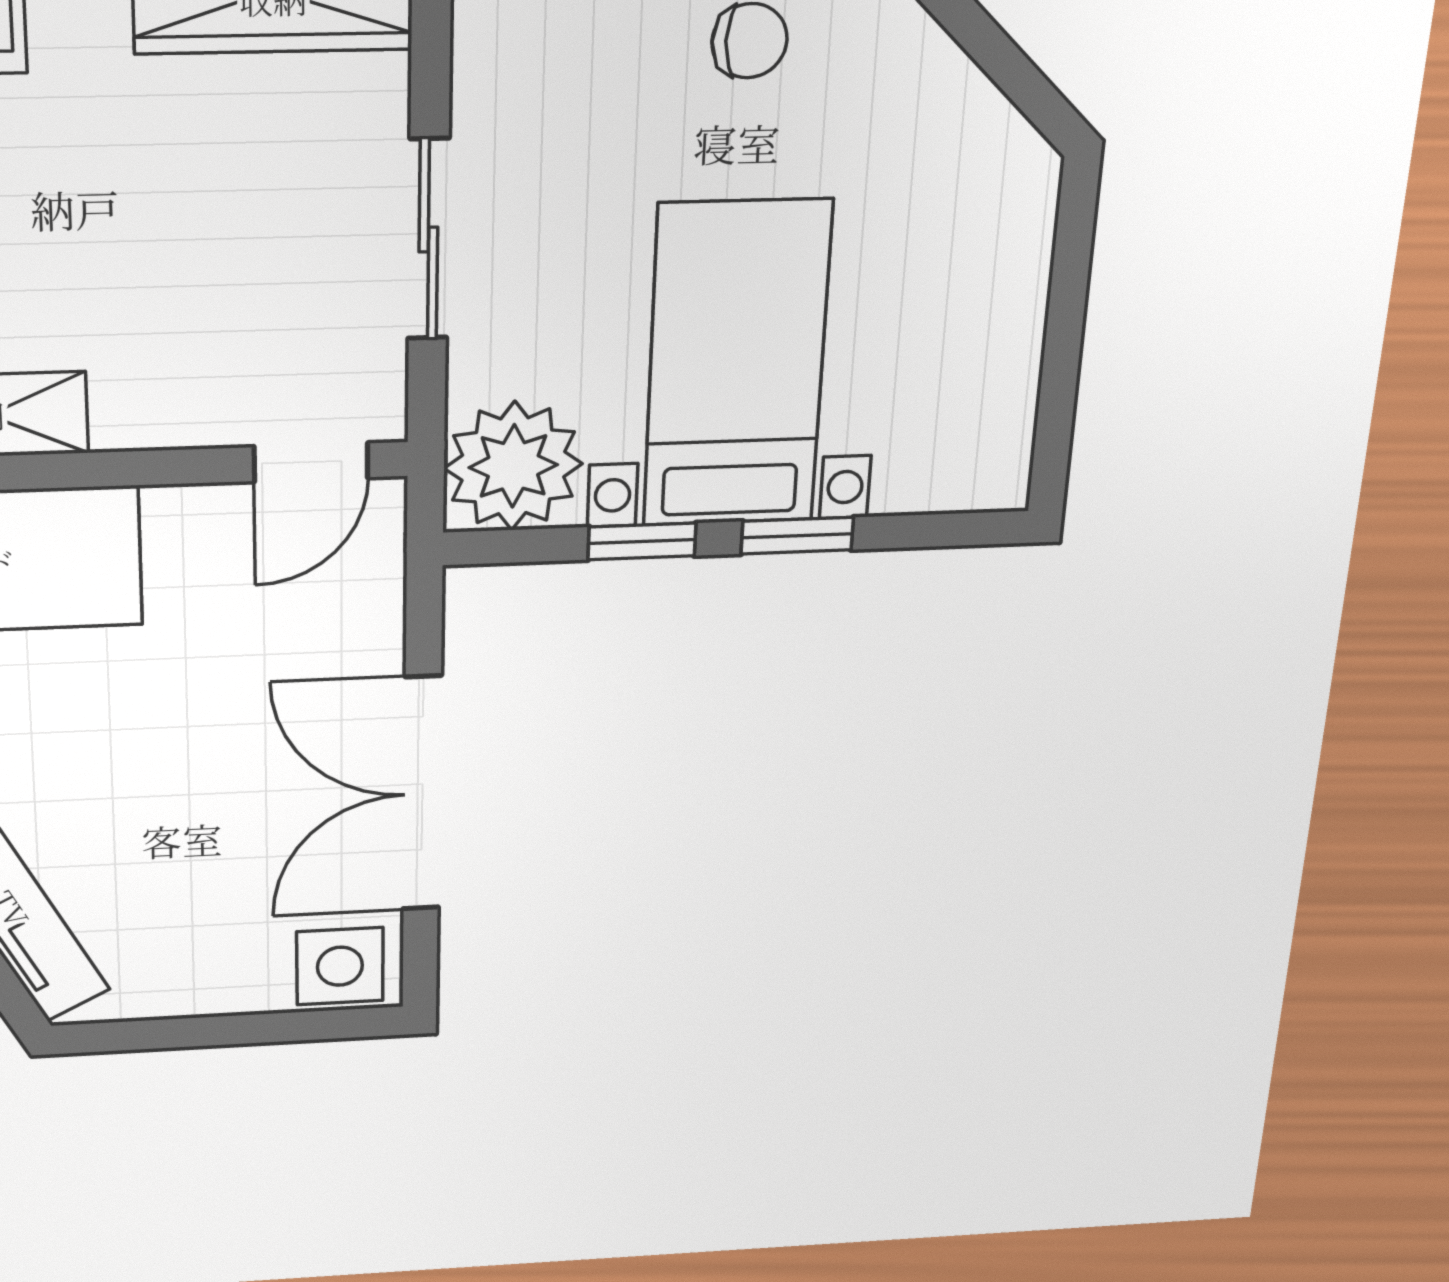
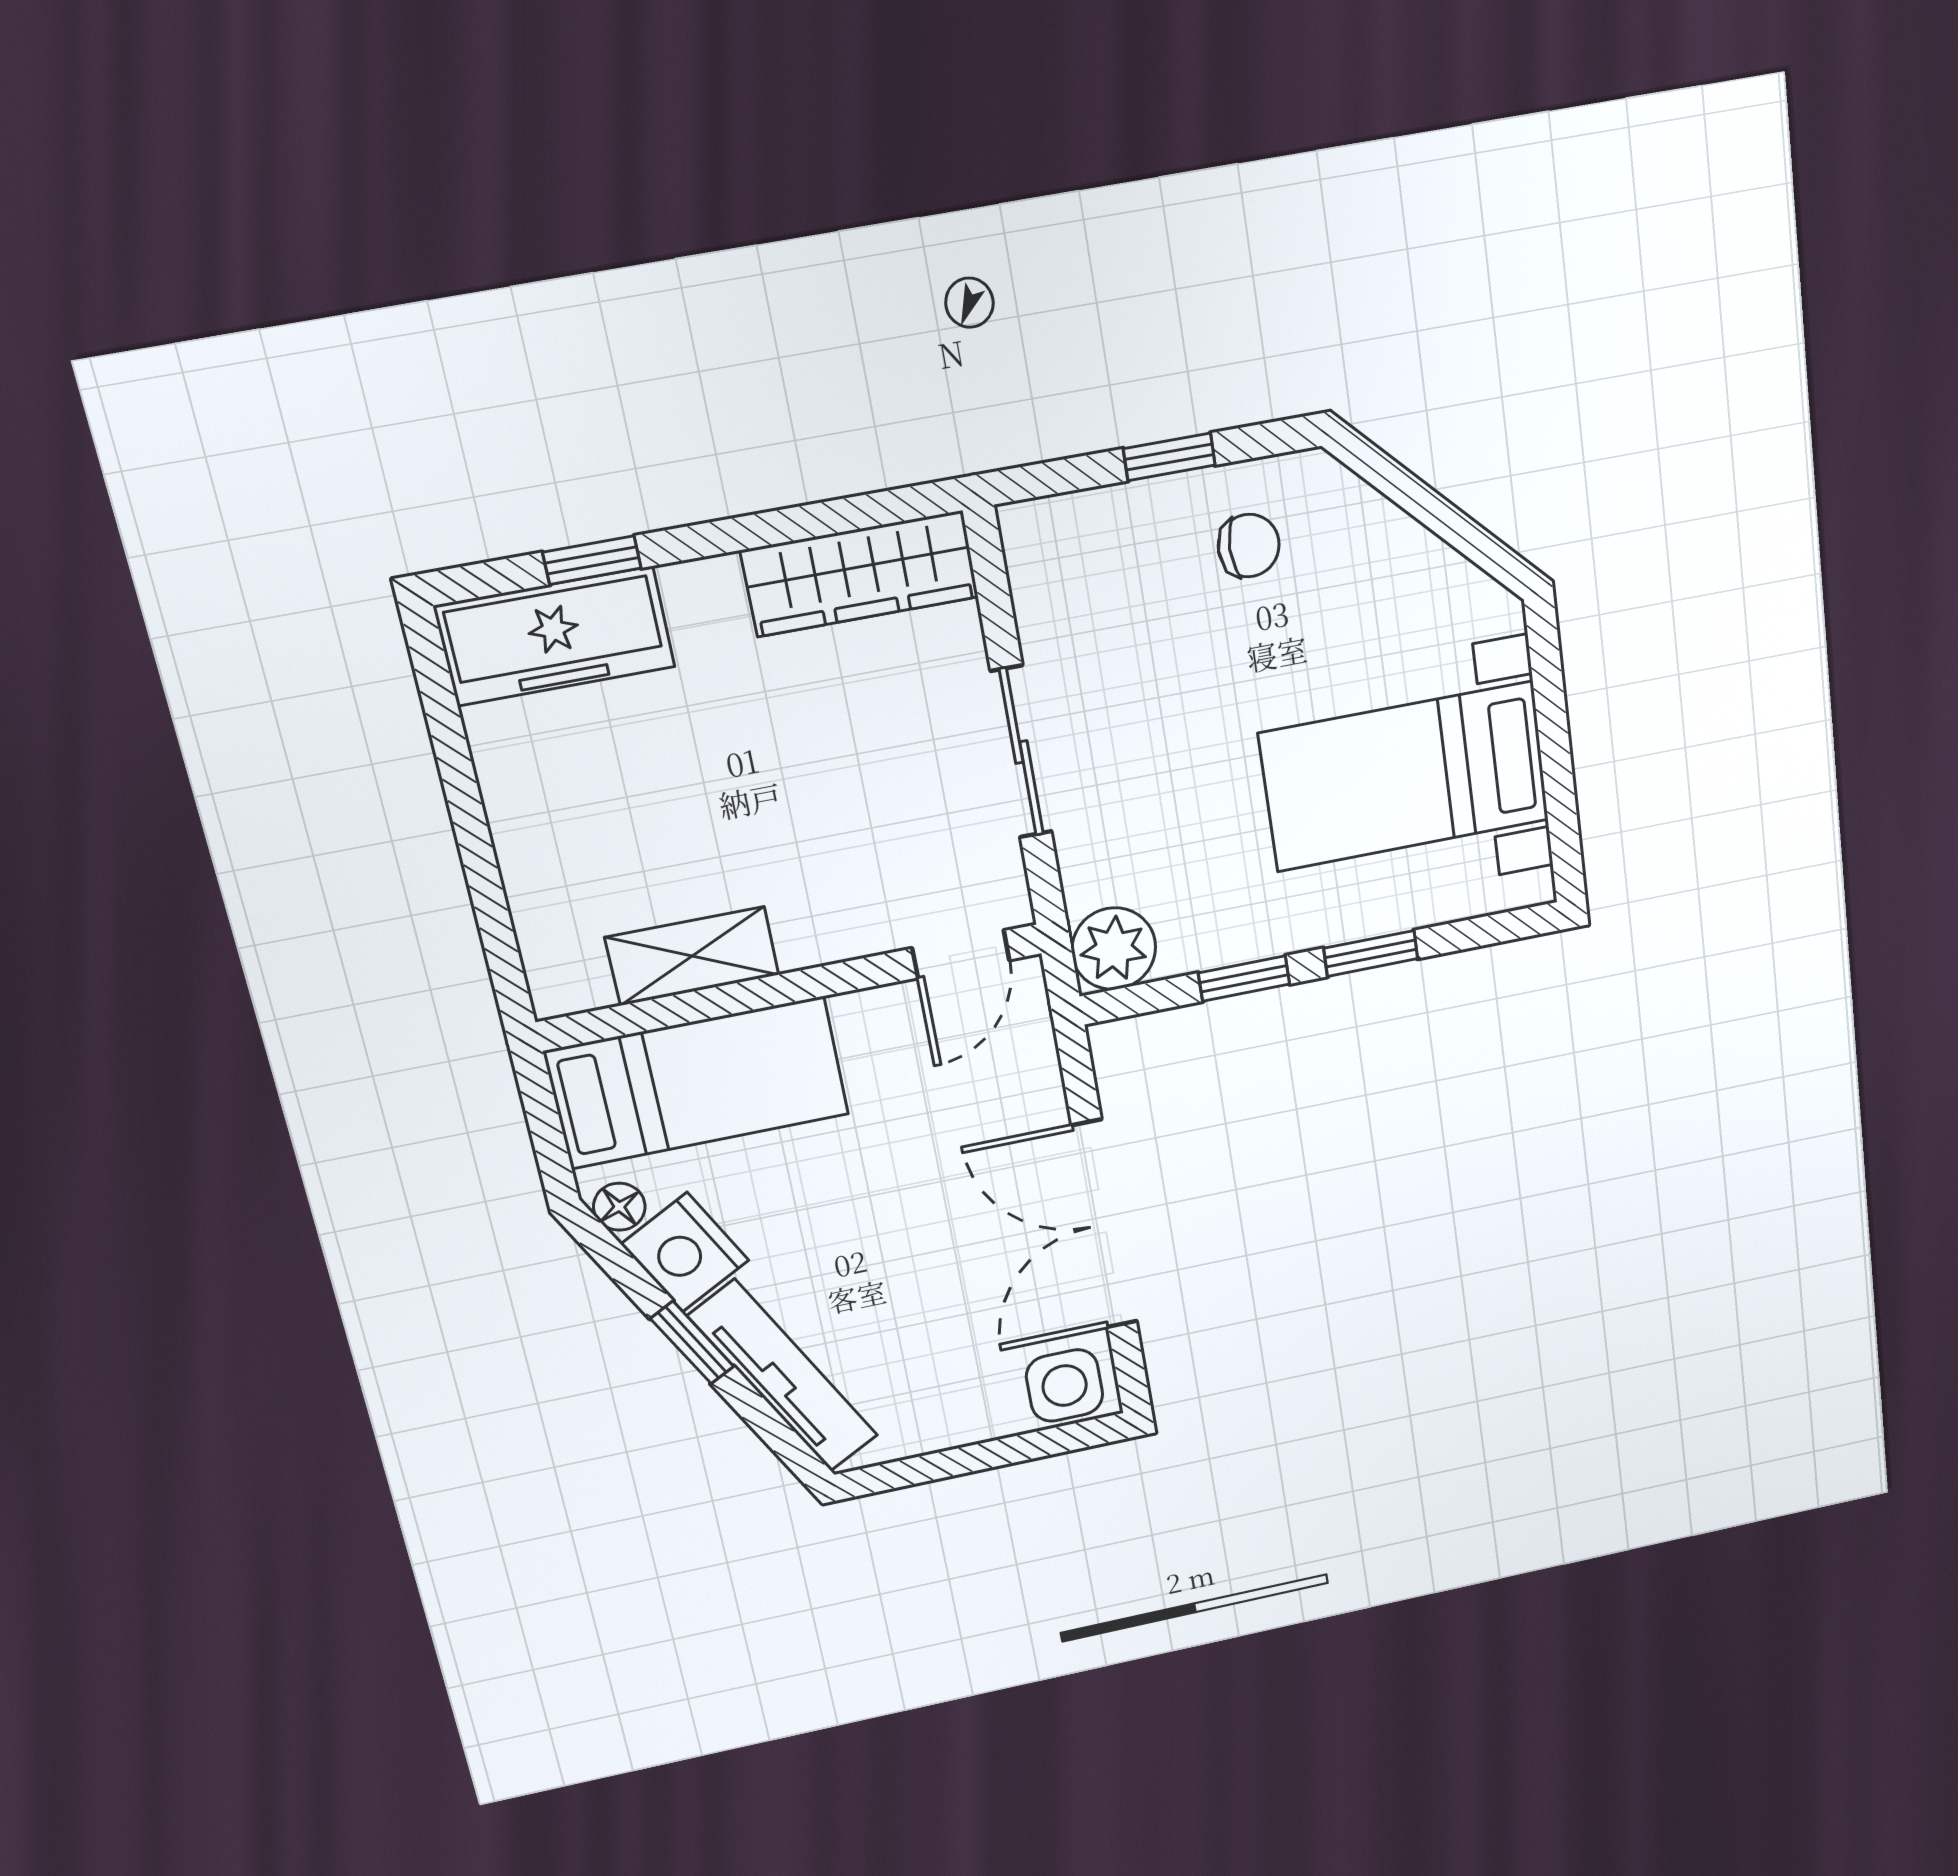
bed with nightstands: (737, 365) -> (1405, 777), moved, turned -90
plant: (513, 466) -> (1114, 949), width x0.73, depth x0.73

